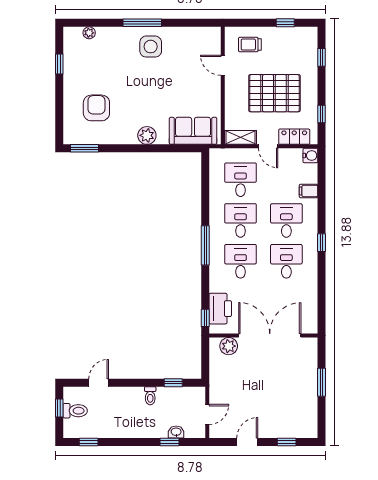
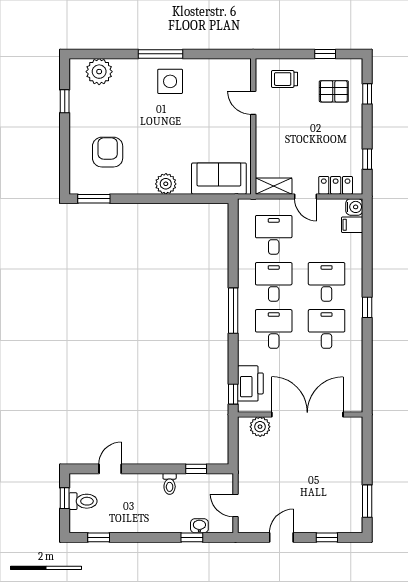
plant: (89, 33) -> (99, 72), width x1.88, depth x1.88
pallet: (274, 93) -> (334, 91), moved, width x0.49, depth x0.50
filing cabinet: (309, 191) -> (352, 225), moved
window: (322, 382) -> (367, 501), moved
door: (207, 414) -> (235, 505), swing flipped

